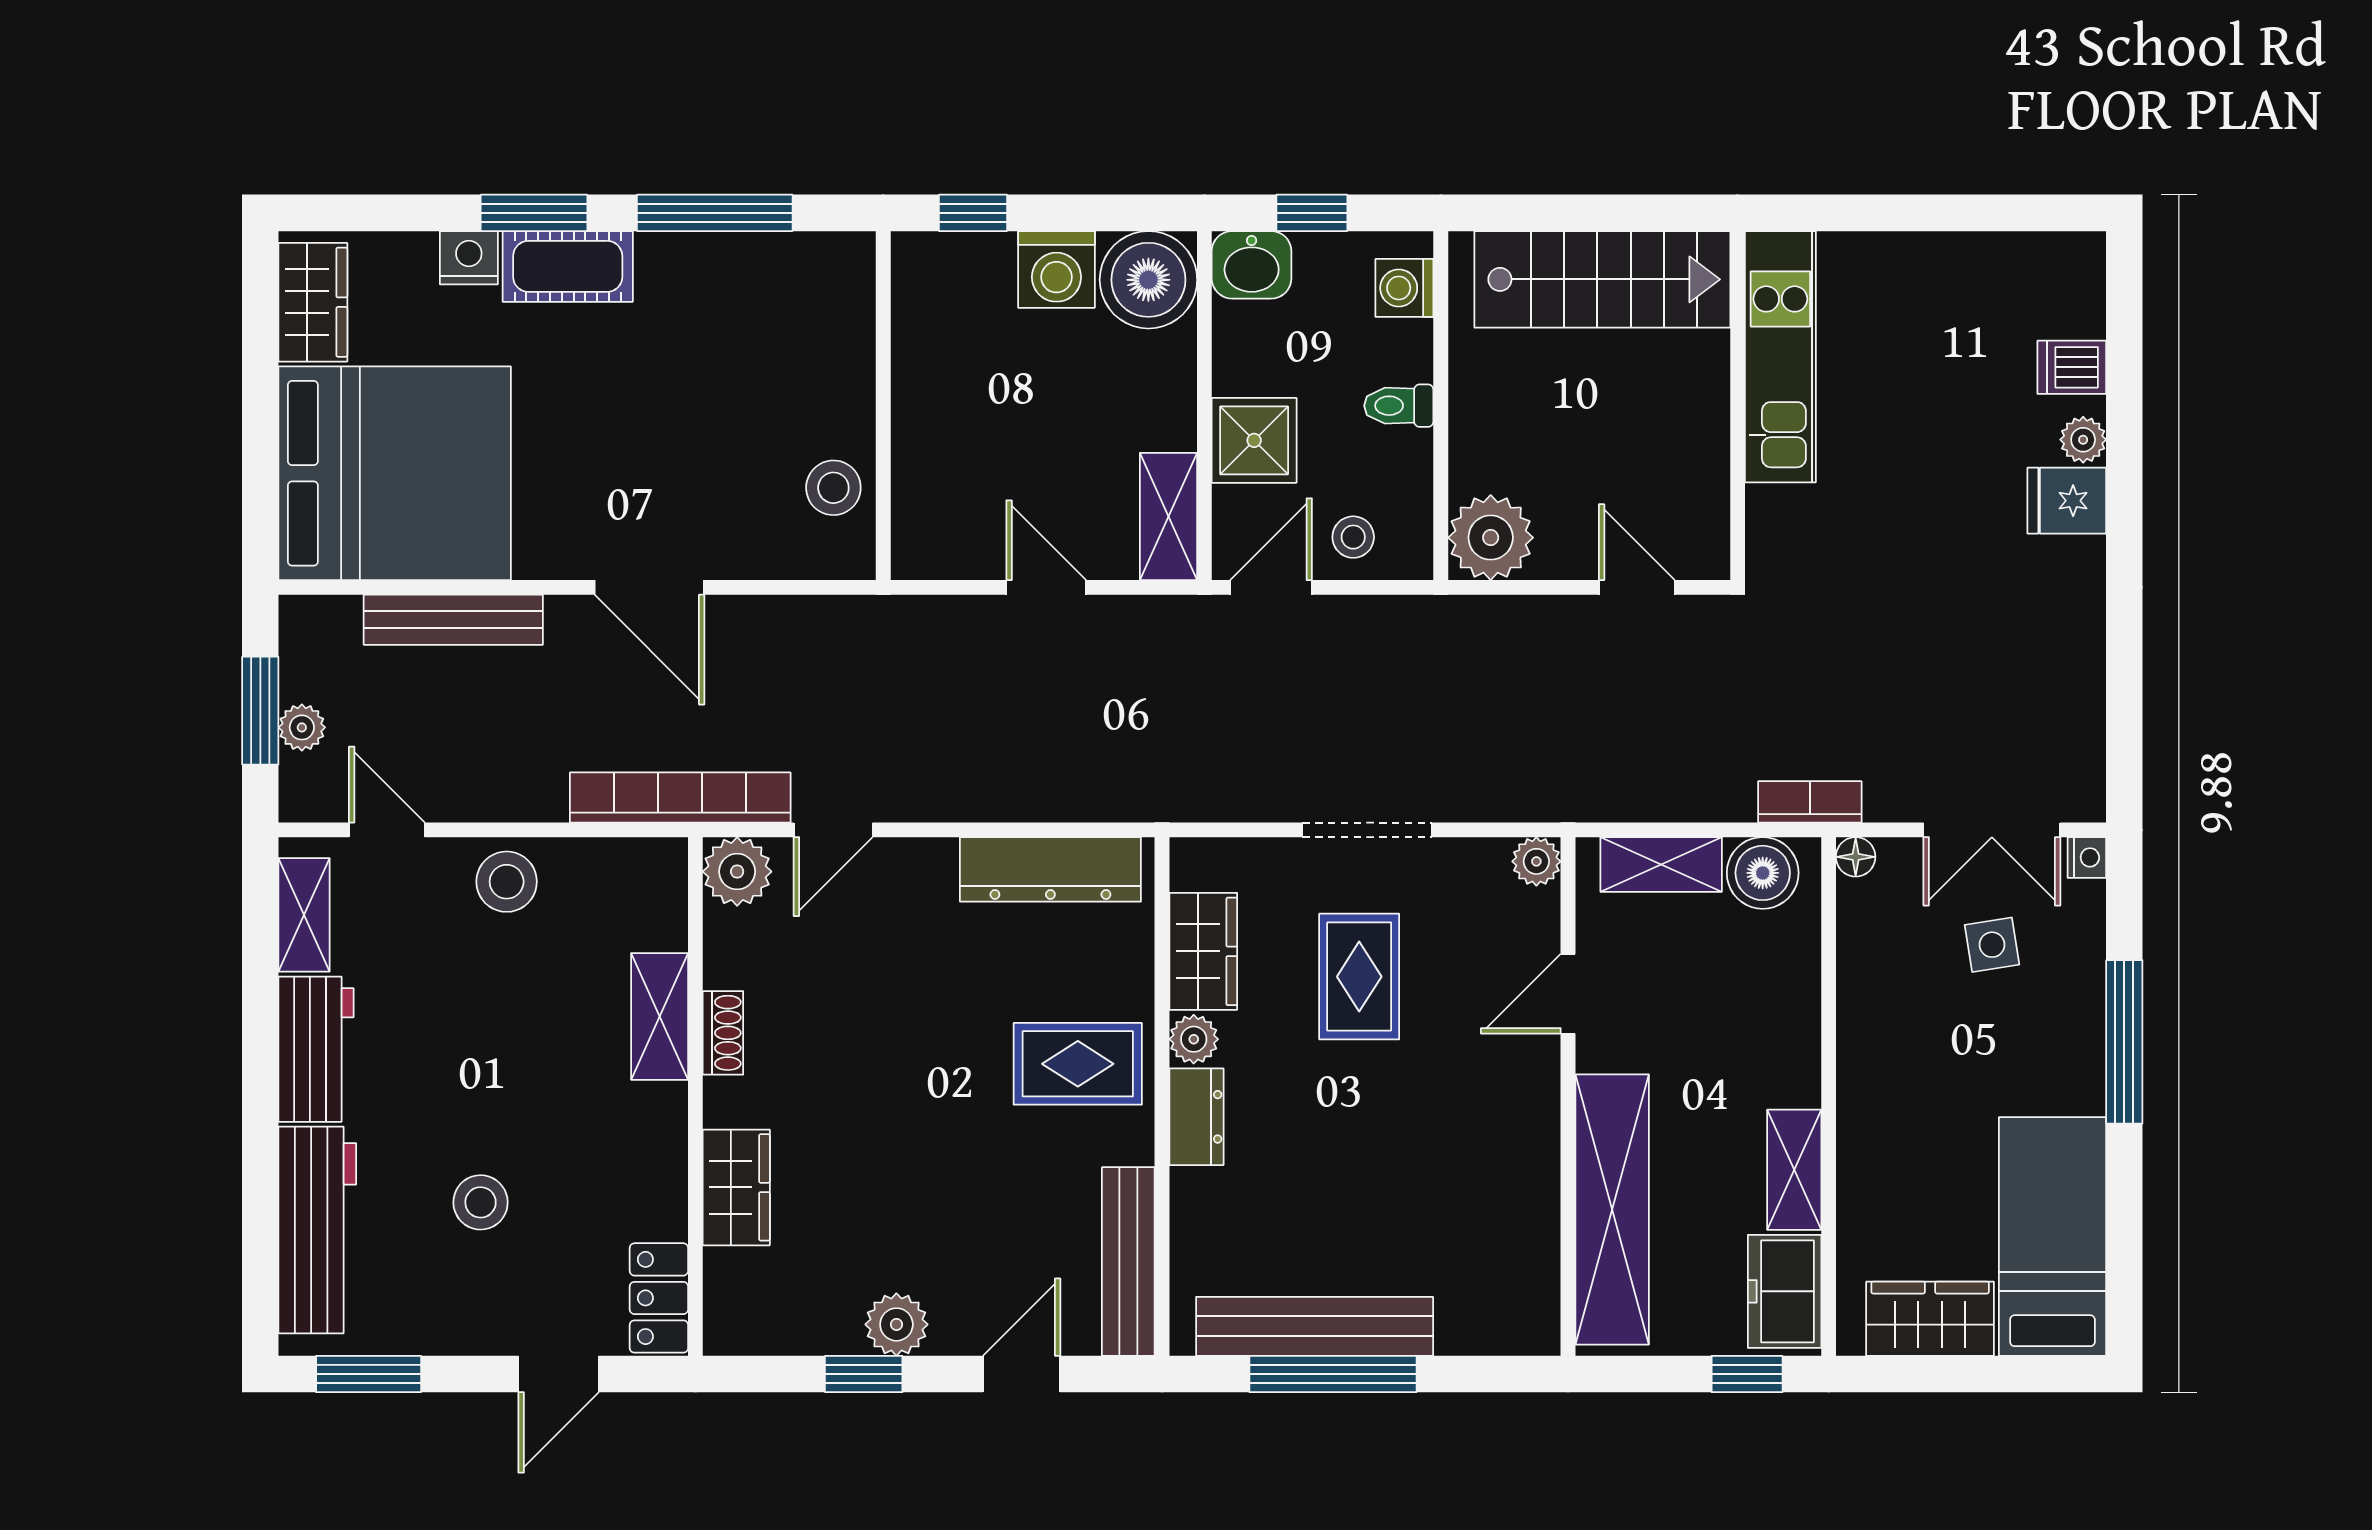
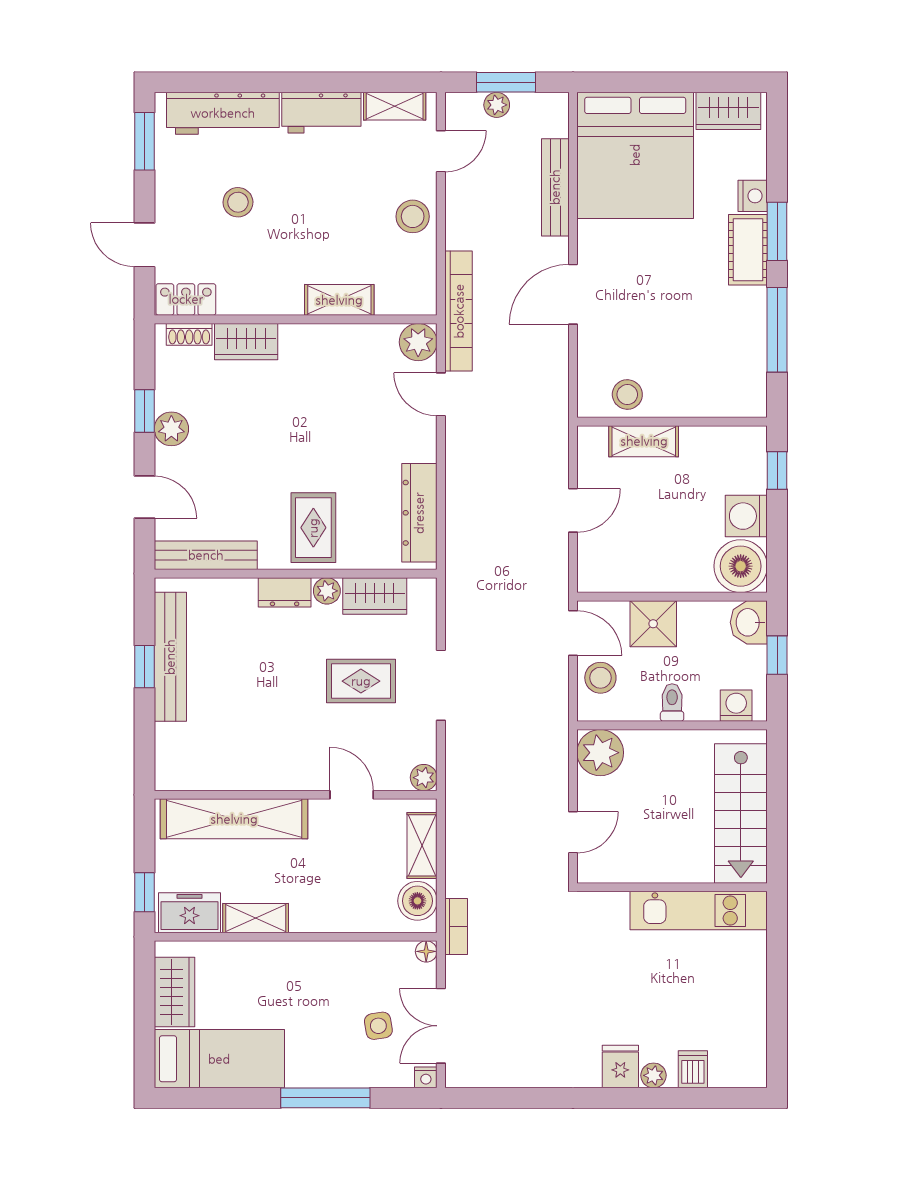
shelving: (1169, 516) -> (644, 441), moved
stool: (1353, 537) -> (600, 678), width x1.37, depth x1.37
shoe rack: (723, 1033) -> (189, 334), moved
window: (1333, 1374) -> (144, 667), width x0.46

